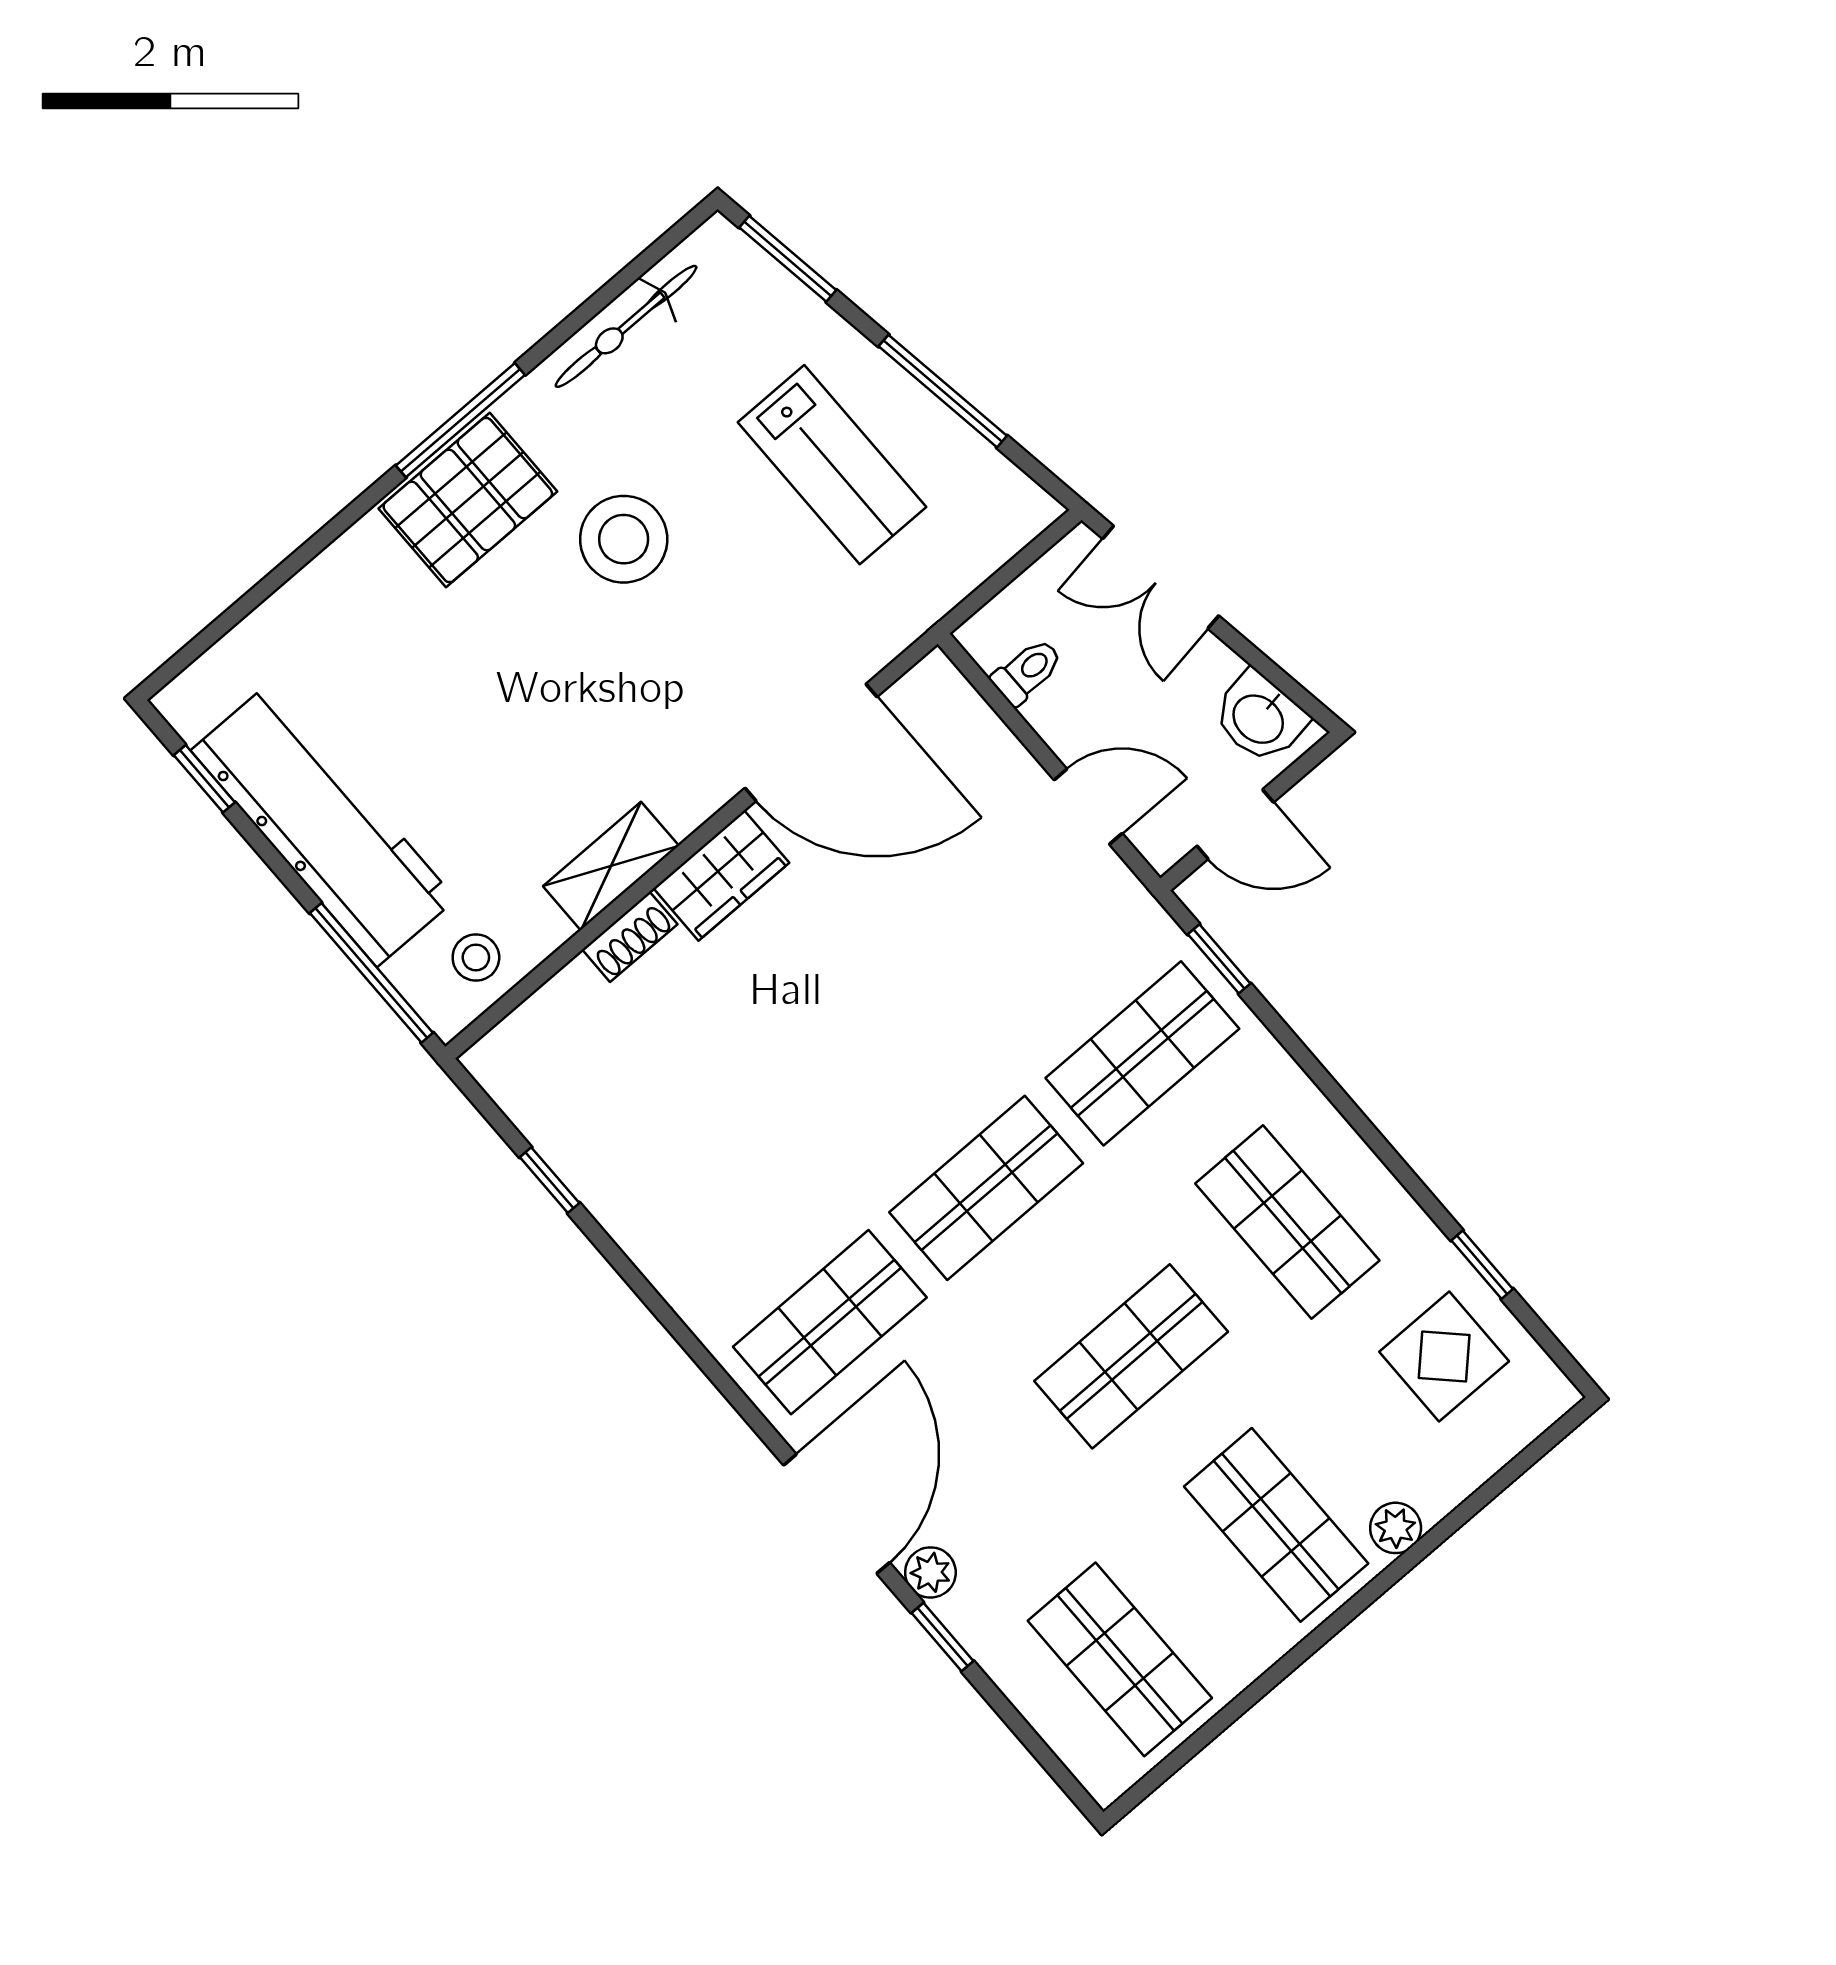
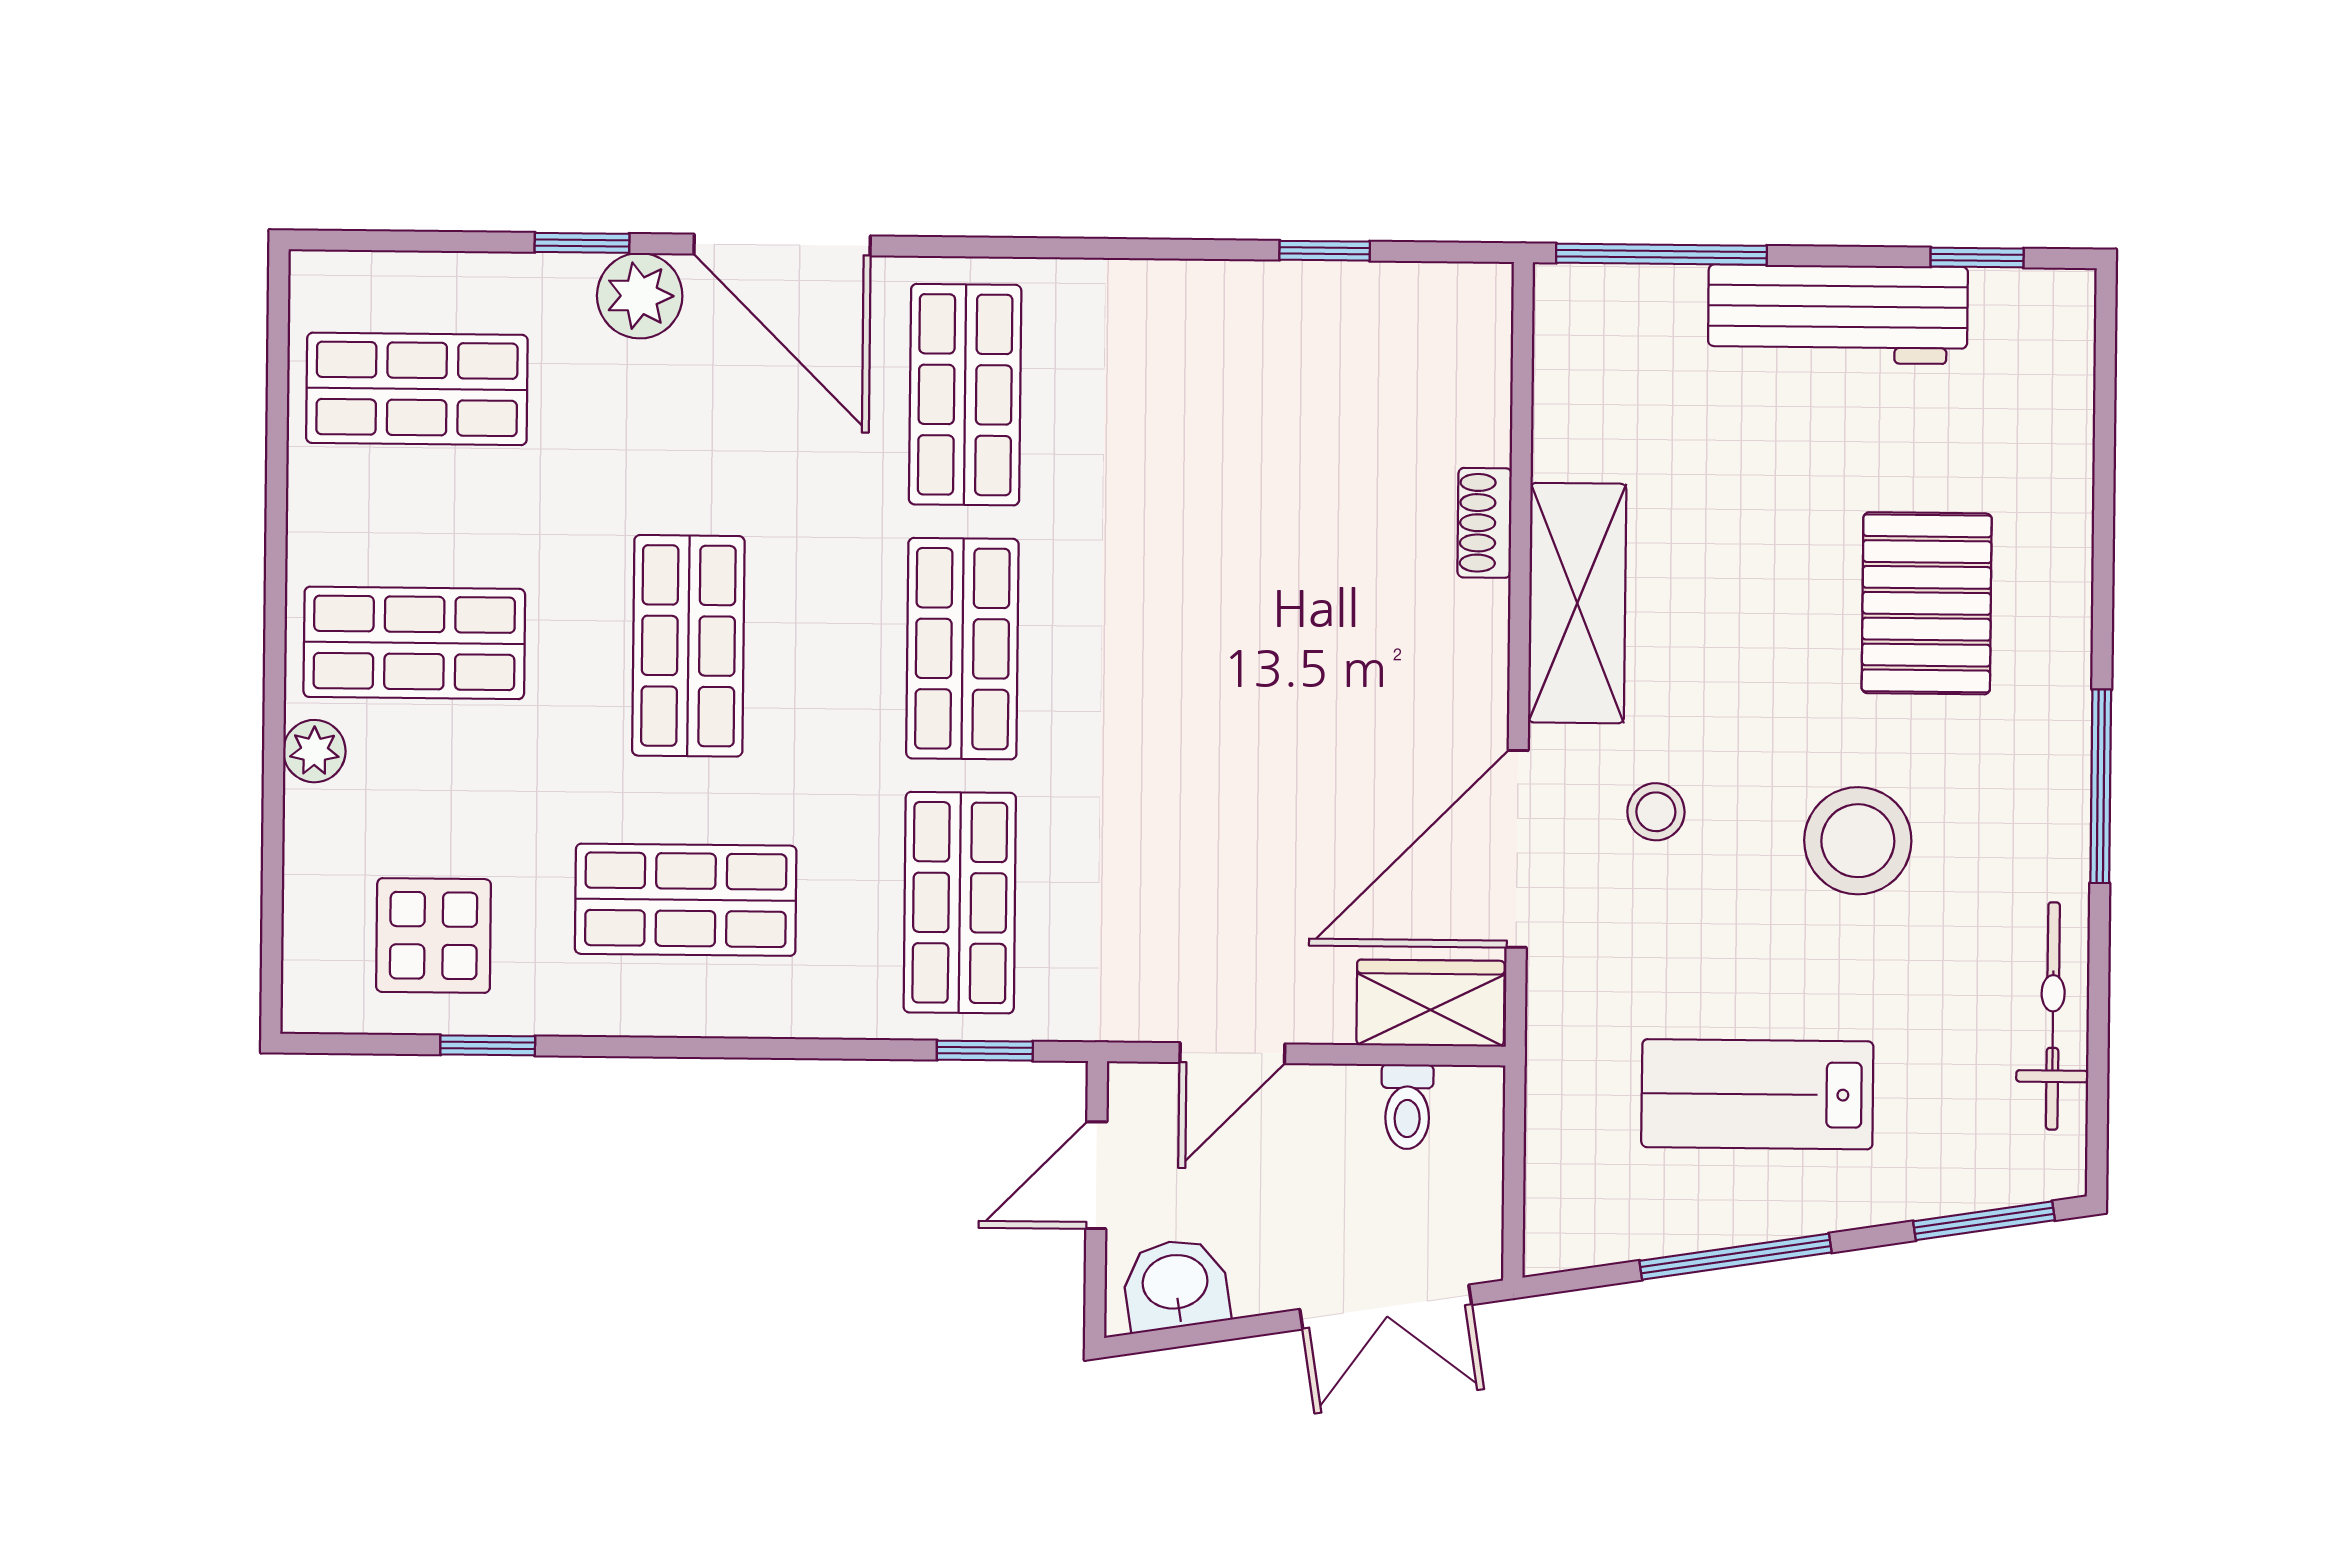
pallet: (468, 500) -> (1927, 603), moved
double door: (1161, 577) -> (1386, 1307), swing flipped
workbench: (323, 825) -> (1838, 314), width x0.73, depth x0.76
shelving: (611, 866) -> (1577, 603), width x1.50, depth x1.33
wardrobe: (721, 876) -> (1430, 1003), moved, turned 90
stool: (476, 957) -> (1656, 812), moved
plant: (930, 1572) -> (640, 296), width x1.38, depth x1.38

